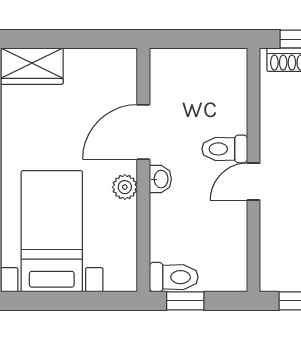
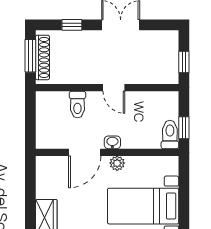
door: (143, 132) -> (85, 152), hinge flipped
toilet: (225, 149) -> (77, 105), moved

